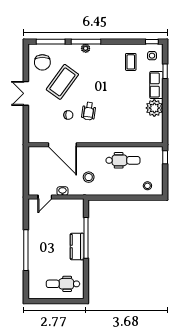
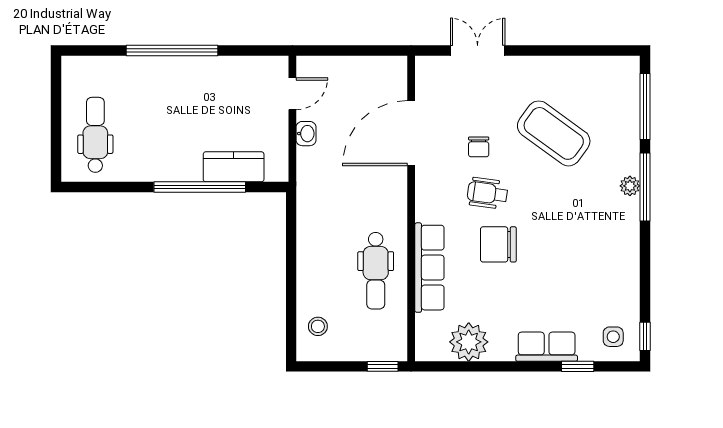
chair: (42, 62) -> (498, 244), moved
coffee table: (131, 62) -> (599, 289), removed
double door: (26, 93) -> (478, 51), moved
plant: (154, 108) -> (469, 342), moved
row of seats: (122, 137) -> (429, 268), added
stool: (89, 177) -> (338, 193), removed
door: (45, 197) -> (292, 94), swing flipped
kitchen counter: (77, 247) -> (234, 167), moved

